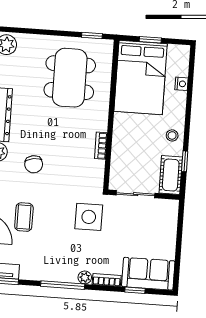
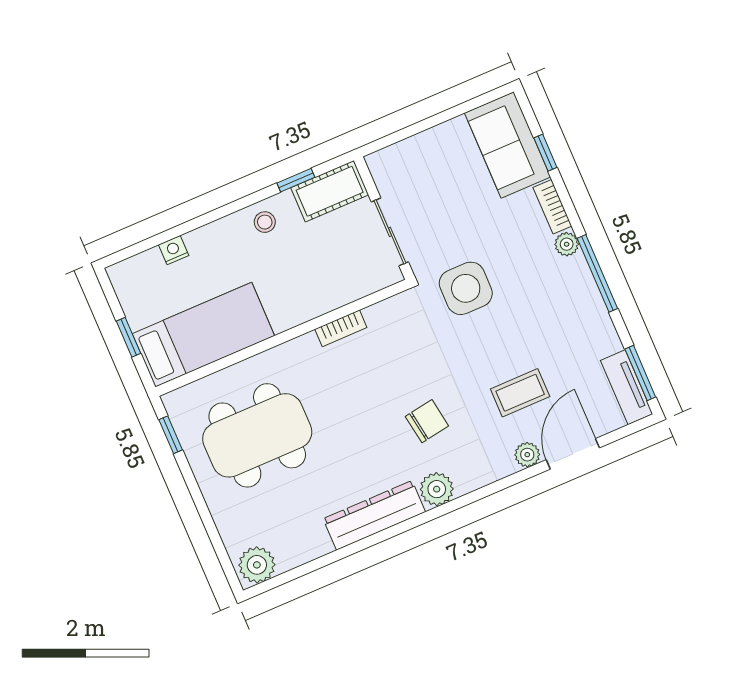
bed: (141, 77) -> (203, 335), width x0.67

